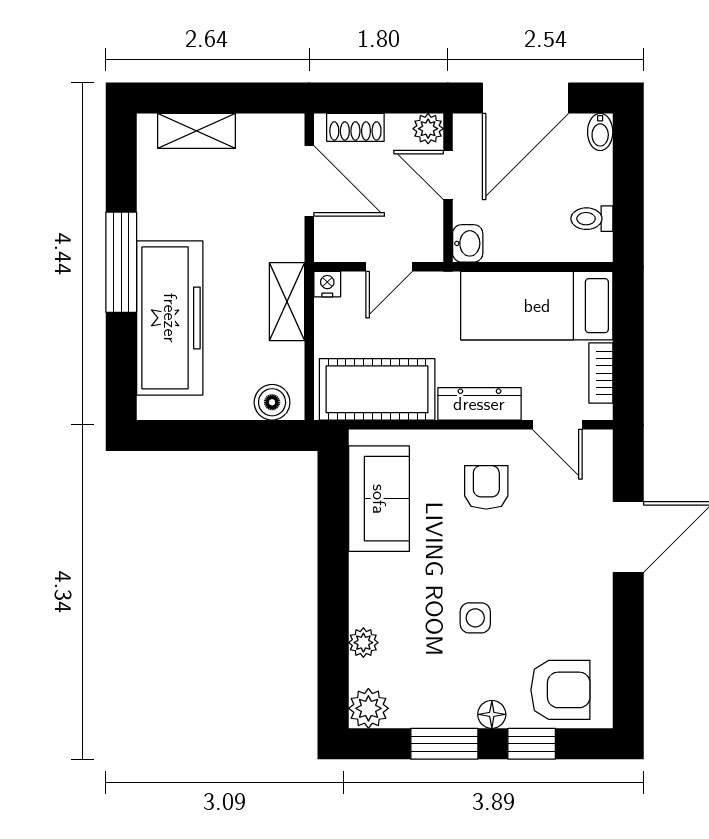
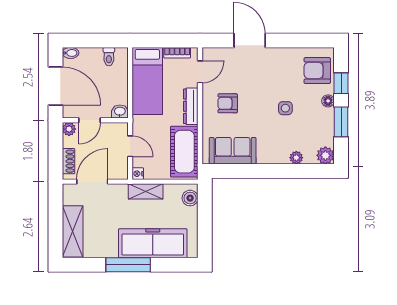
shelving: (197, 131) -> (73, 231), width x1.50, depth x1.33
armchair: (560, 690) -> (317, 71), turned -90

